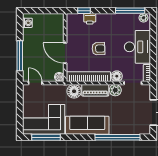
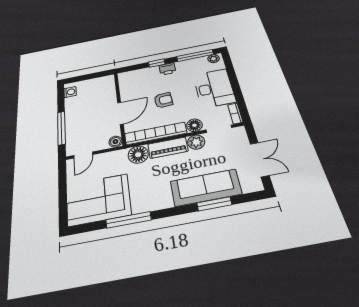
window: (84, 11) -> (157, 63), moved
printer: (90, 19) -> (167, 69), moved
door: (65, 53) -> (120, 113), swing flipped
door: (35, 83) -> (83, 155), swing flipped
sofa: (87, 125) -> (206, 188), moved
window: (46, 137) -> (128, 220), moved
window: (117, 137) -> (214, 204), width x0.47

